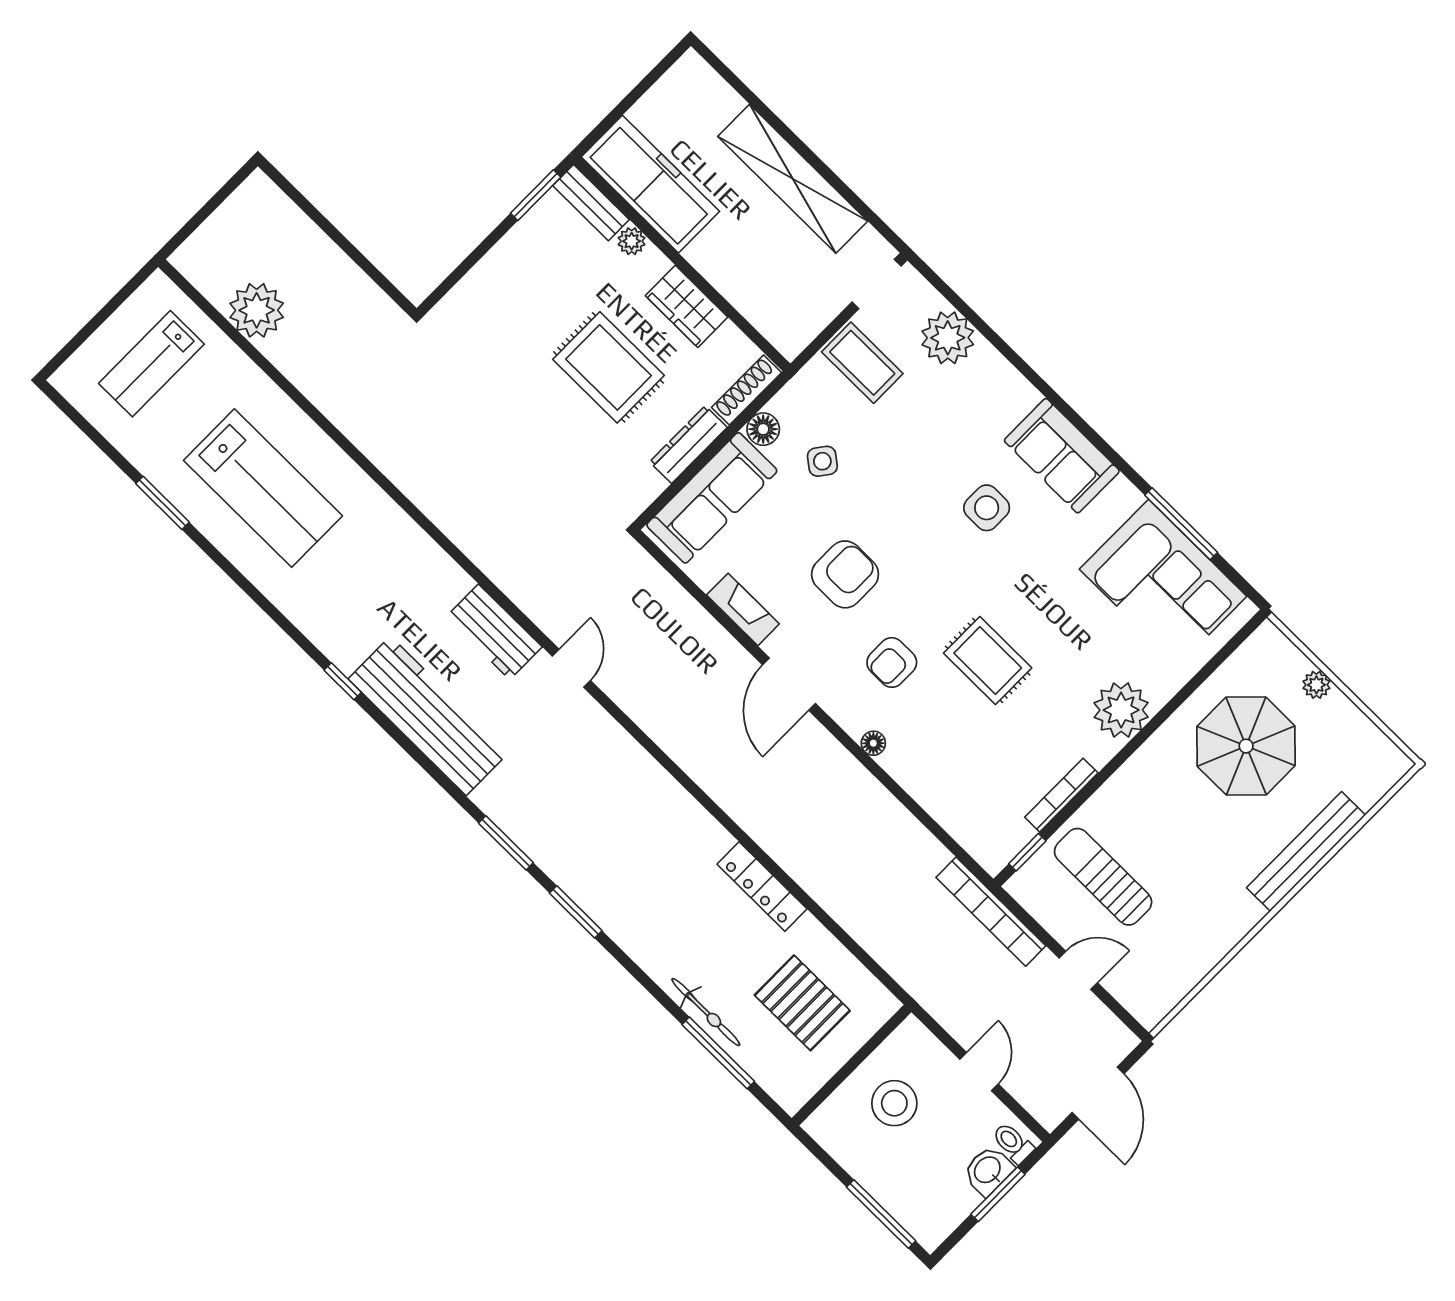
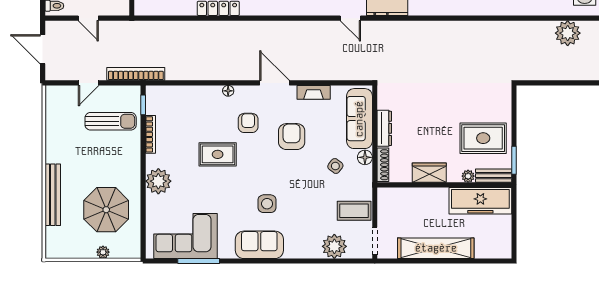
rug: (609, 367) -> (483, 138), moved
armchair: (845, 574) -> (292, 137), turned 180

